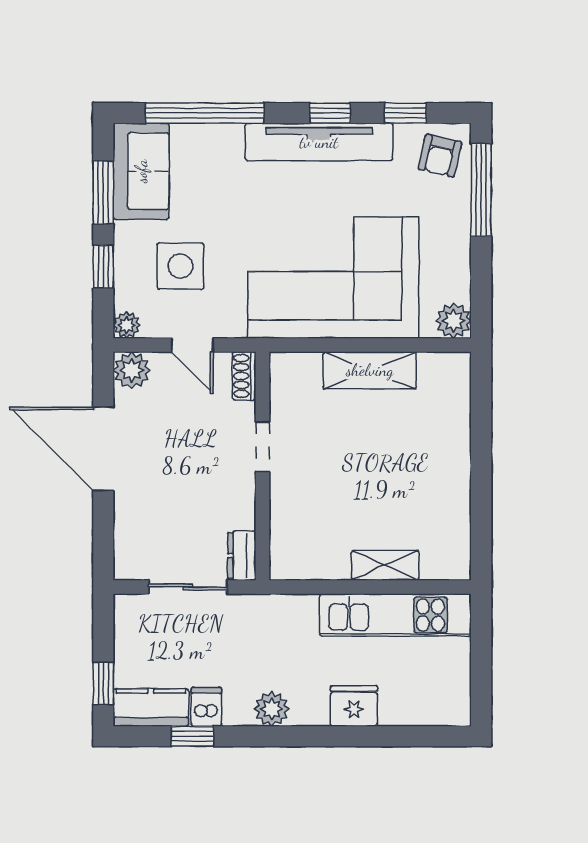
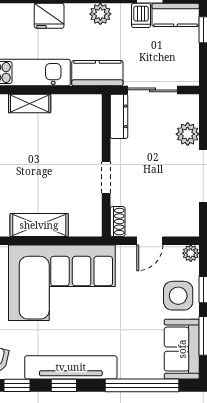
side table: (180, 266) -> (178, 296), moved
door: (192, 345) -> (150, 241), swing flipped
plant: (132, 370) -> (188, 134), moved
dresser: (242, 556) -> (119, 116), width x1.44
kitchen counter: (276, 614) -> (97, 73), added

